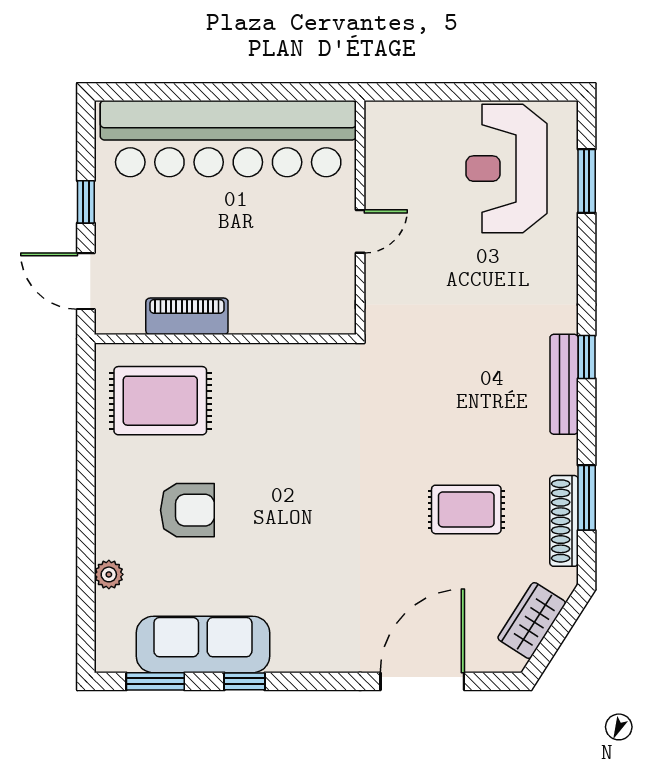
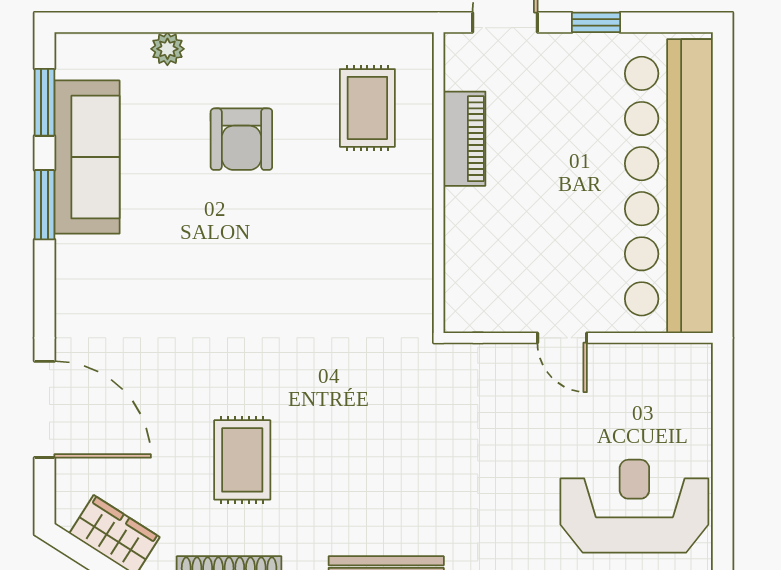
rug: (160, 401) -> (367, 108), width x0.73, depth x0.70
window: (244, 681) -> (45, 205), width x1.50

